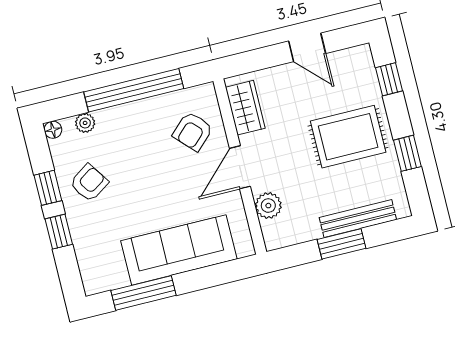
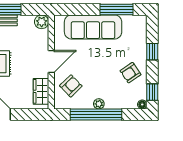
plant: (85, 123) -> (99, 104), moved
window: (48, 188) -> (152, 92), moved
plant: (268, 206) -> (42, 22), moved

